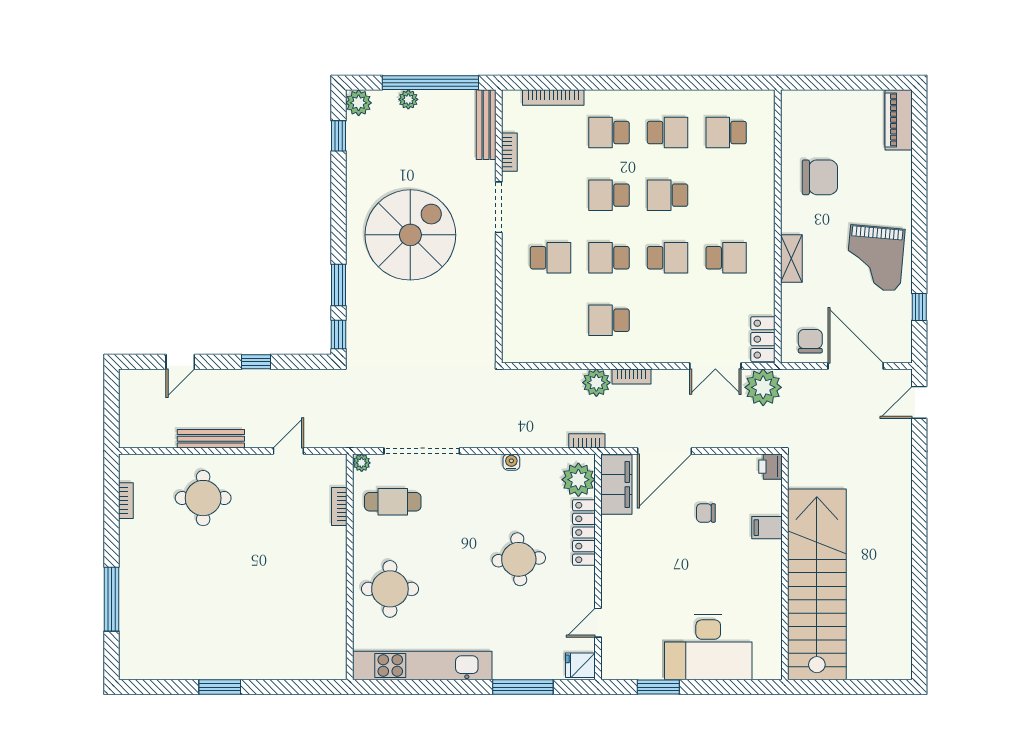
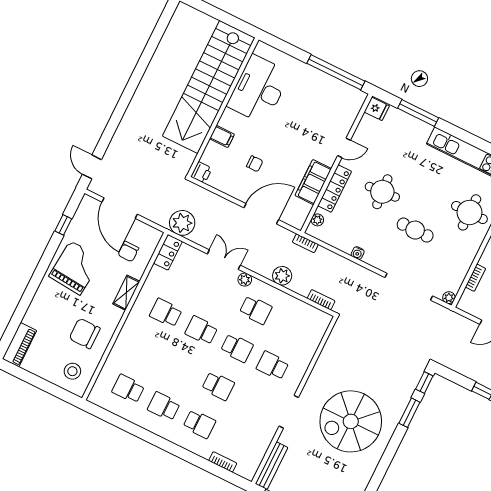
bookcase: (553, 98) -> (223, 462), width x0.64
stool: (811, 119) -> (72, 371), added
school desk: (726, 133) -> (128, 389), turned 180
bookcase: (509, 152) -> (266, 442), removed
school desk: (668, 195) -> (183, 368), removed
chair: (810, 341) -> (128, 252), moved
plant: (643, 353) -> (245, 280), added
double door: (715, 366) -> (224, 260), moved
bookcase: (631, 376) -> (321, 300), moved
door: (919, 402) -> (92, 167), swing flipped
plant: (578, 480) -> (317, 220), width x0.53, depth x0.53
filing cabinet: (616, 485) -> (313, 182), moved
cafe table: (393, 502) -> (415, 230), moved
door: (598, 623) -> (344, 148), moved
desk: (708, 647) -> (259, 89), moved, turned -90
window: (658, 687) -> (336, 72), width x2.11

